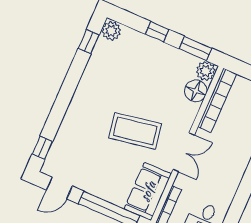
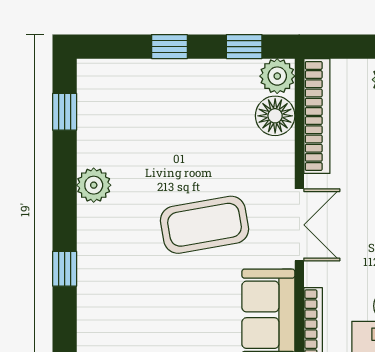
plant: (111, 31) -> (94, 185), moved
window: (195, 48) -> (244, 47), width x0.67
window: (42, 148) -> (65, 269), moved

